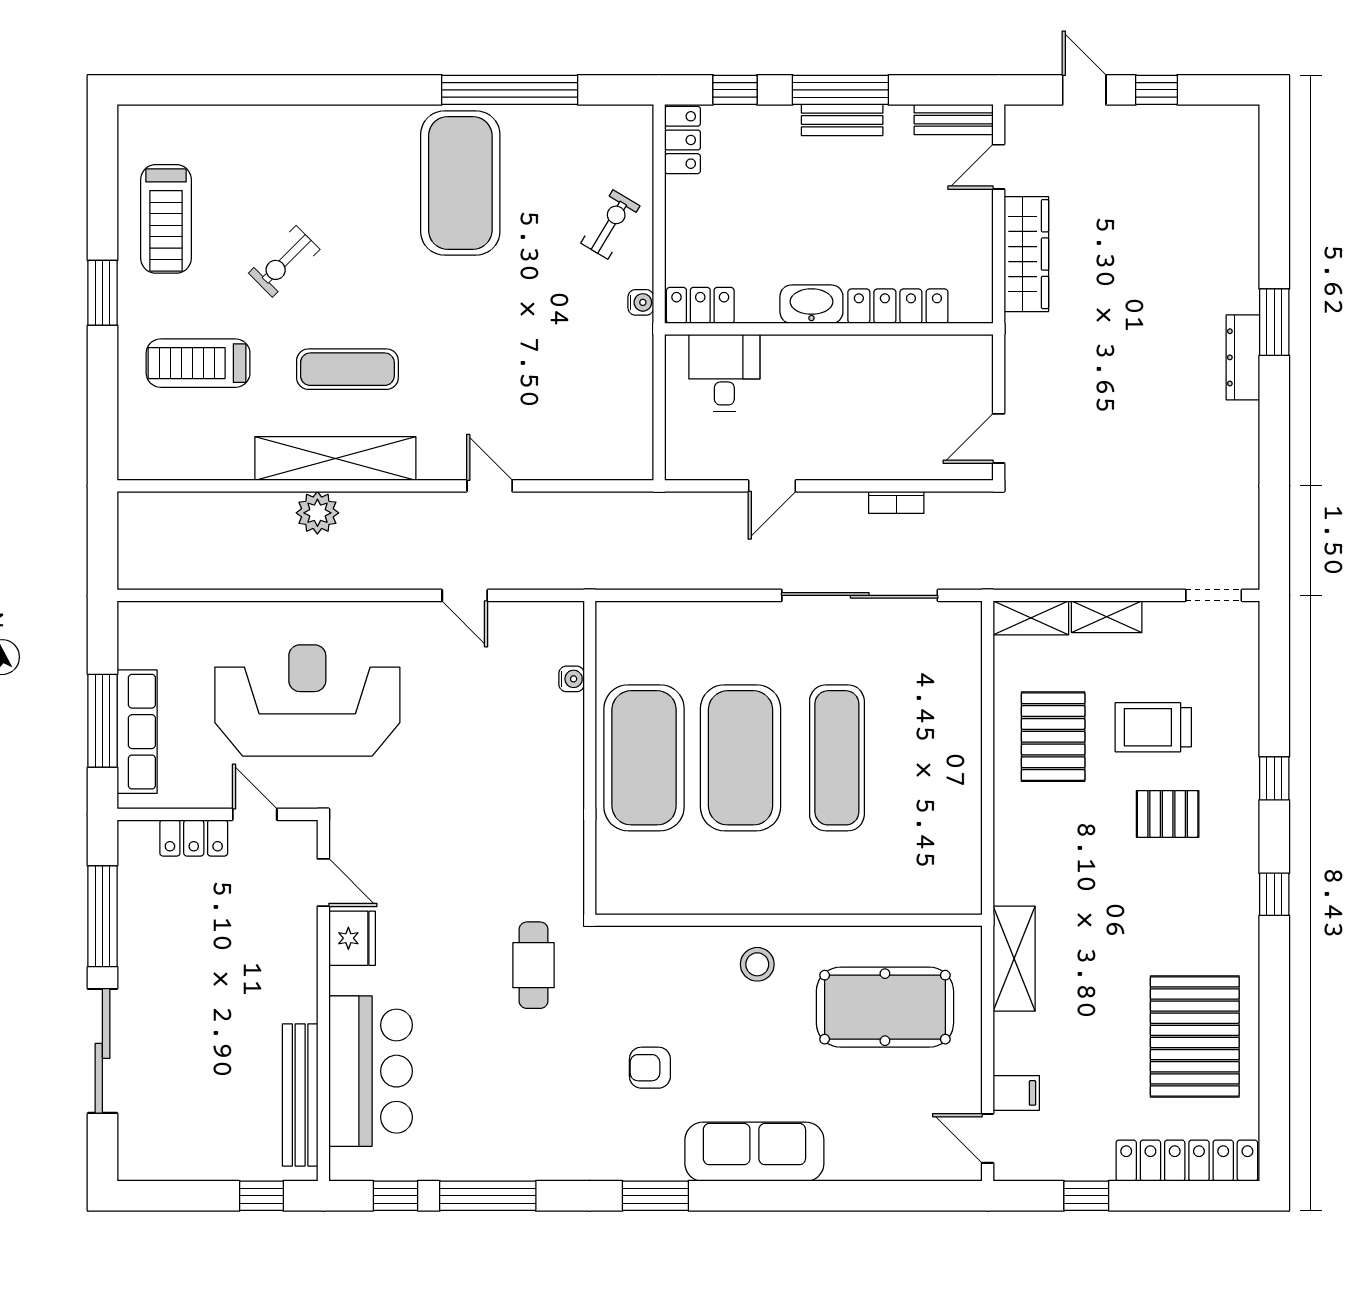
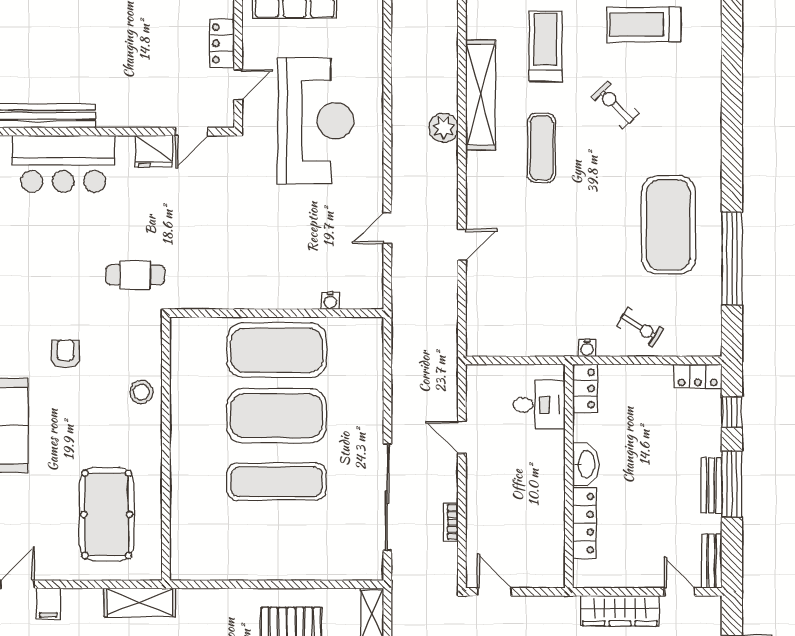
exercise mat: (460, 183) -> (668, 225), turned 90
shelving: (335, 458) -> (481, 95), moved
stool: (757, 964) -> (141, 392), moved

